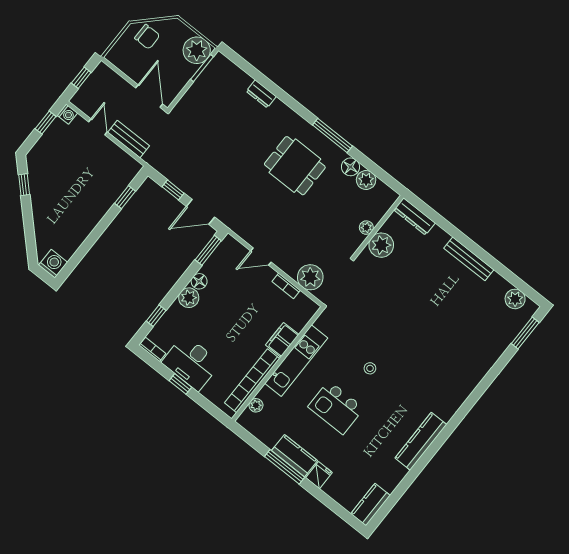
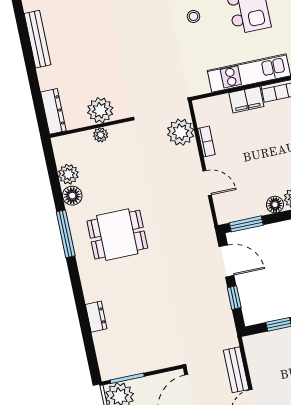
dining table: (295, 166) -> (117, 235), turned 90

